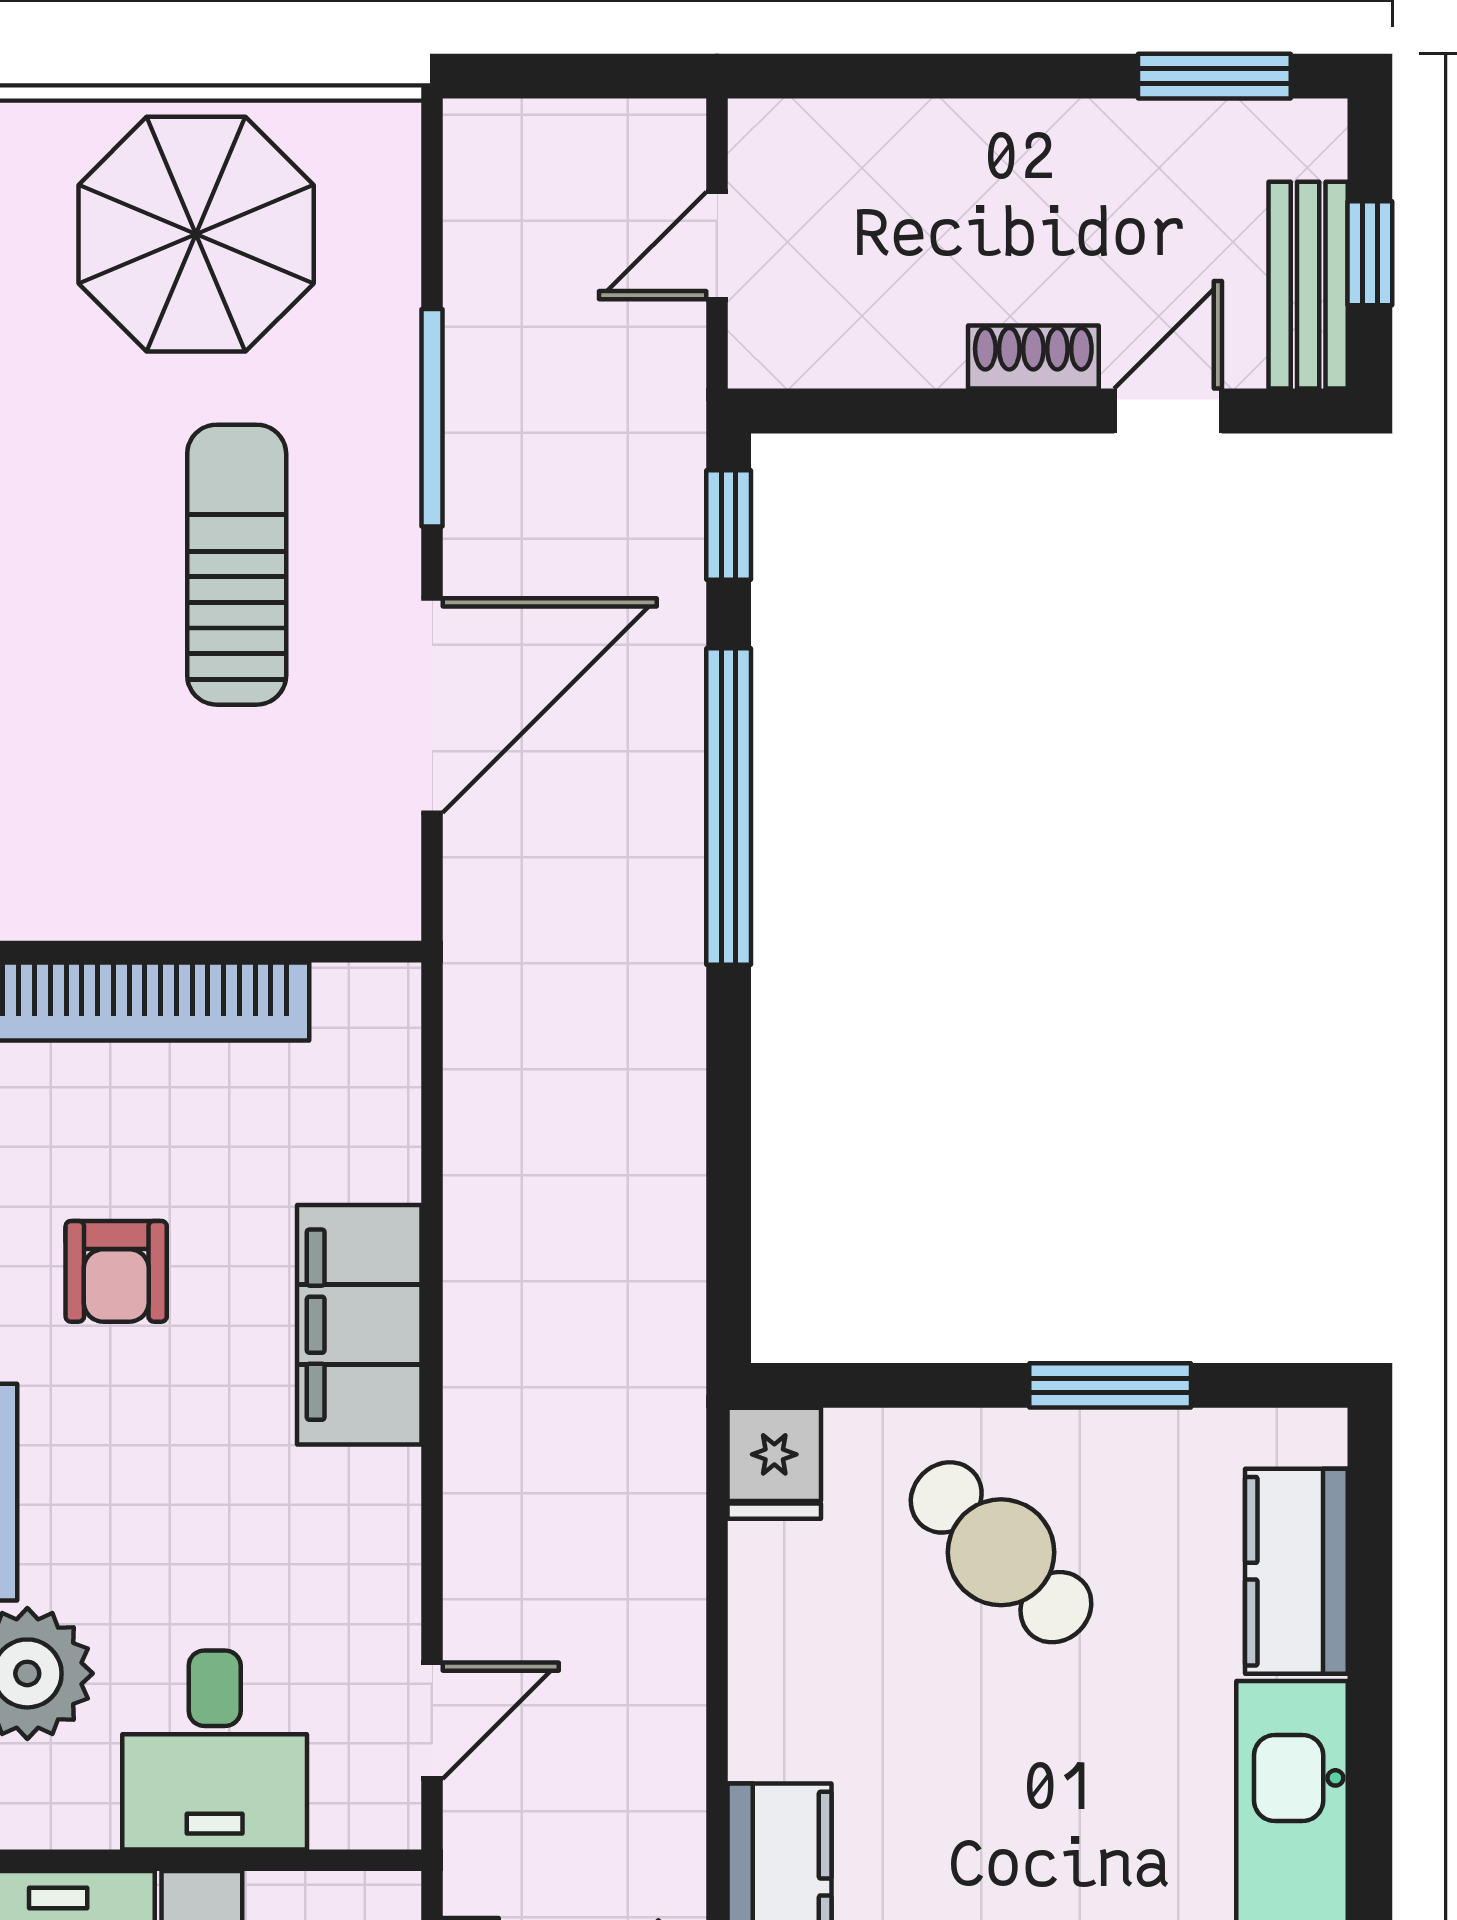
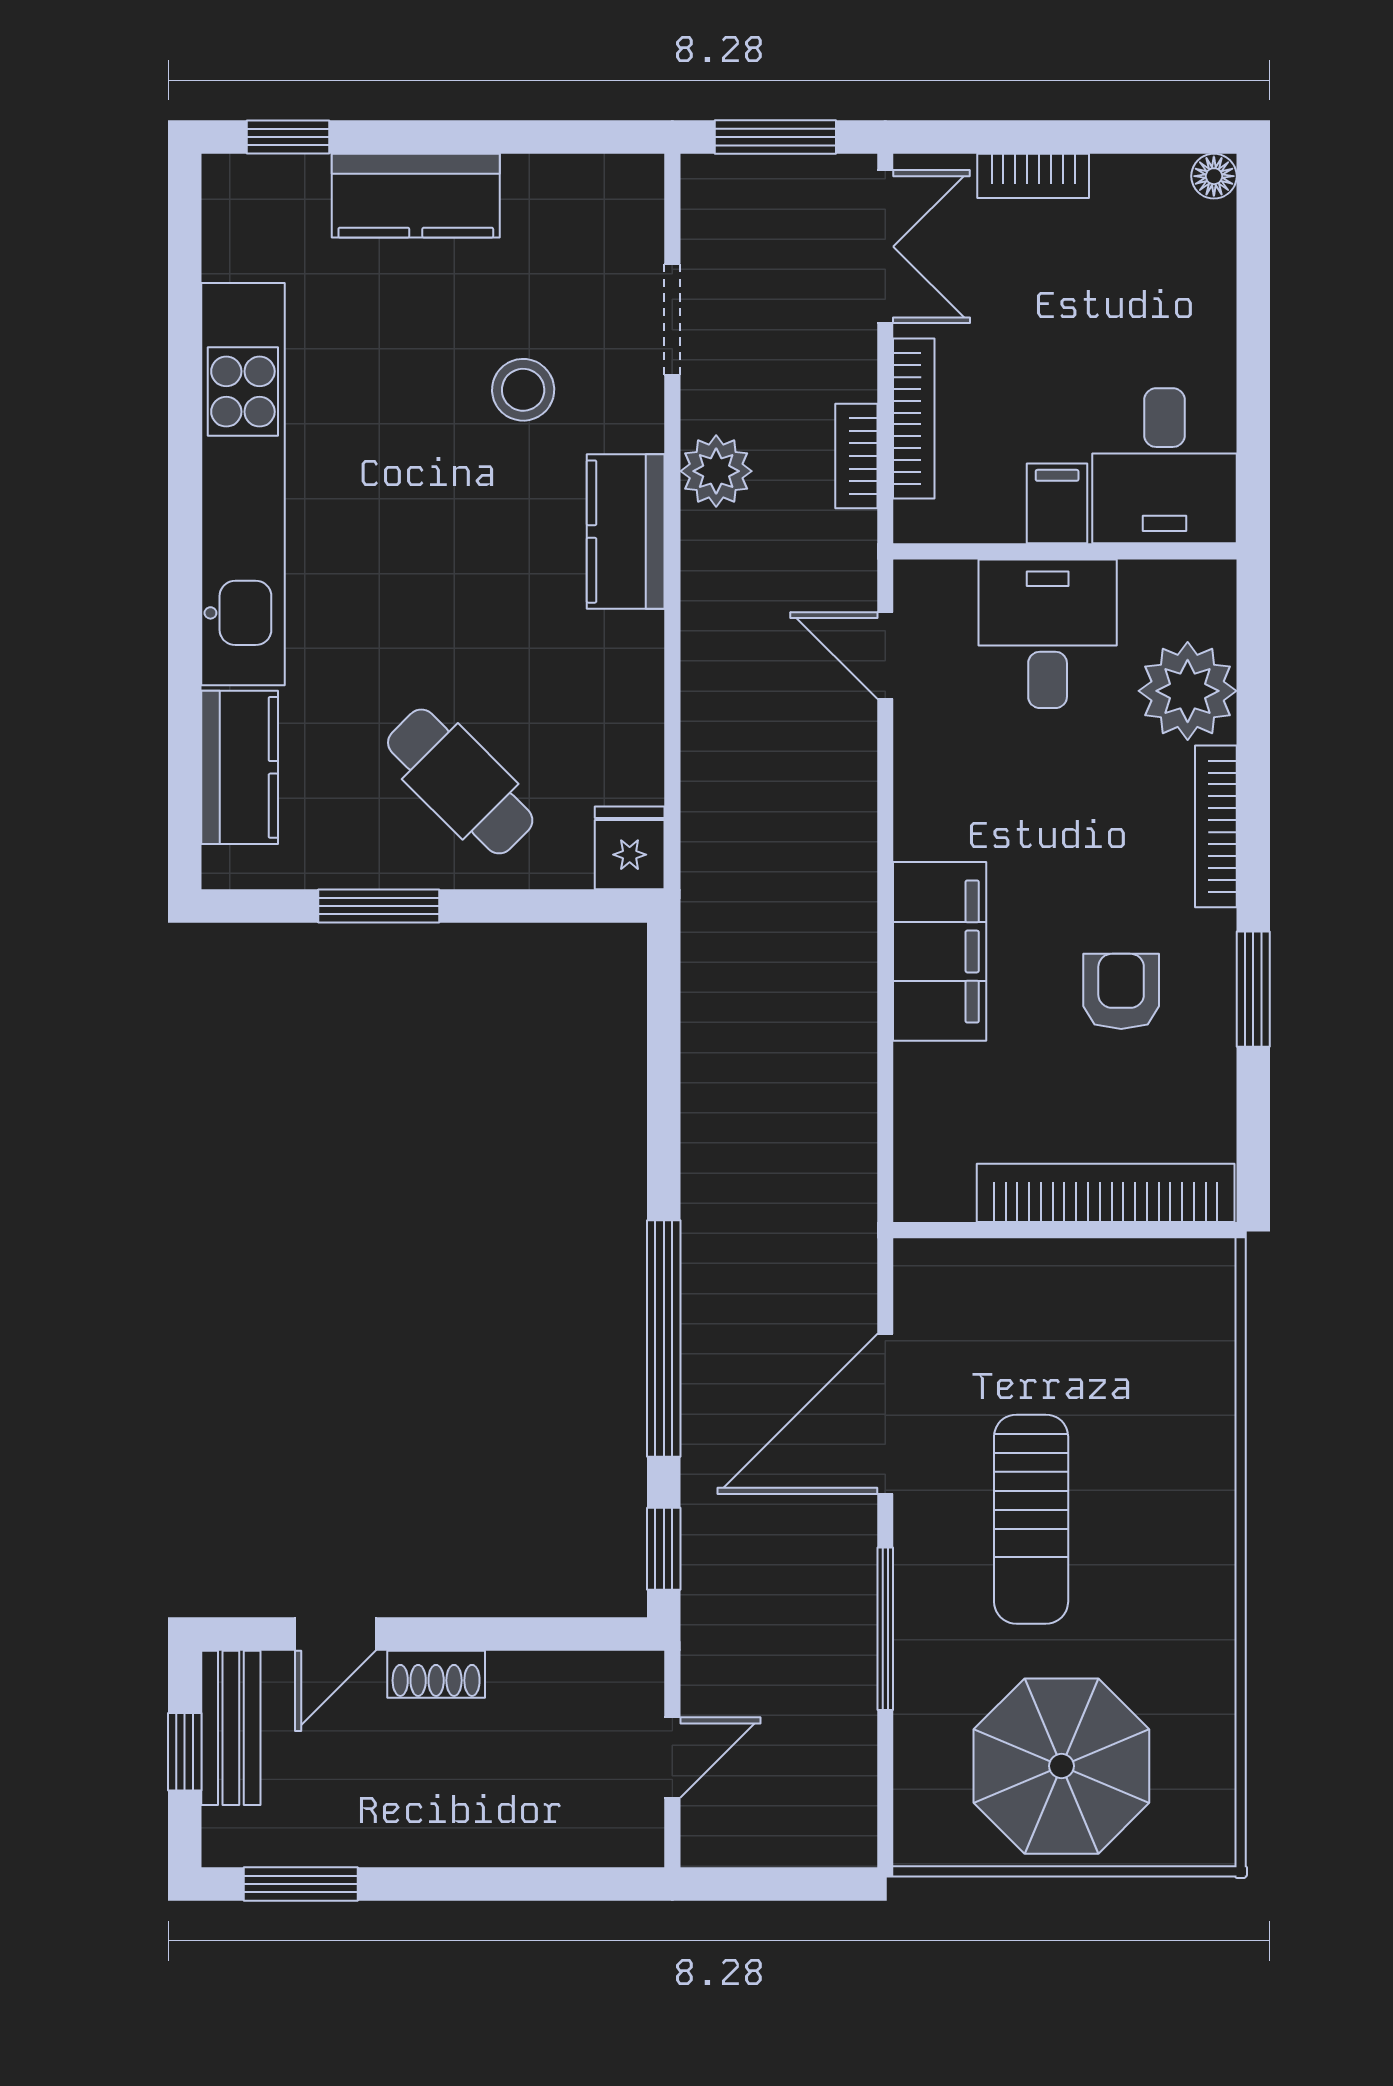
door: (432, 1721) -> (885, 656), hinge flipped

